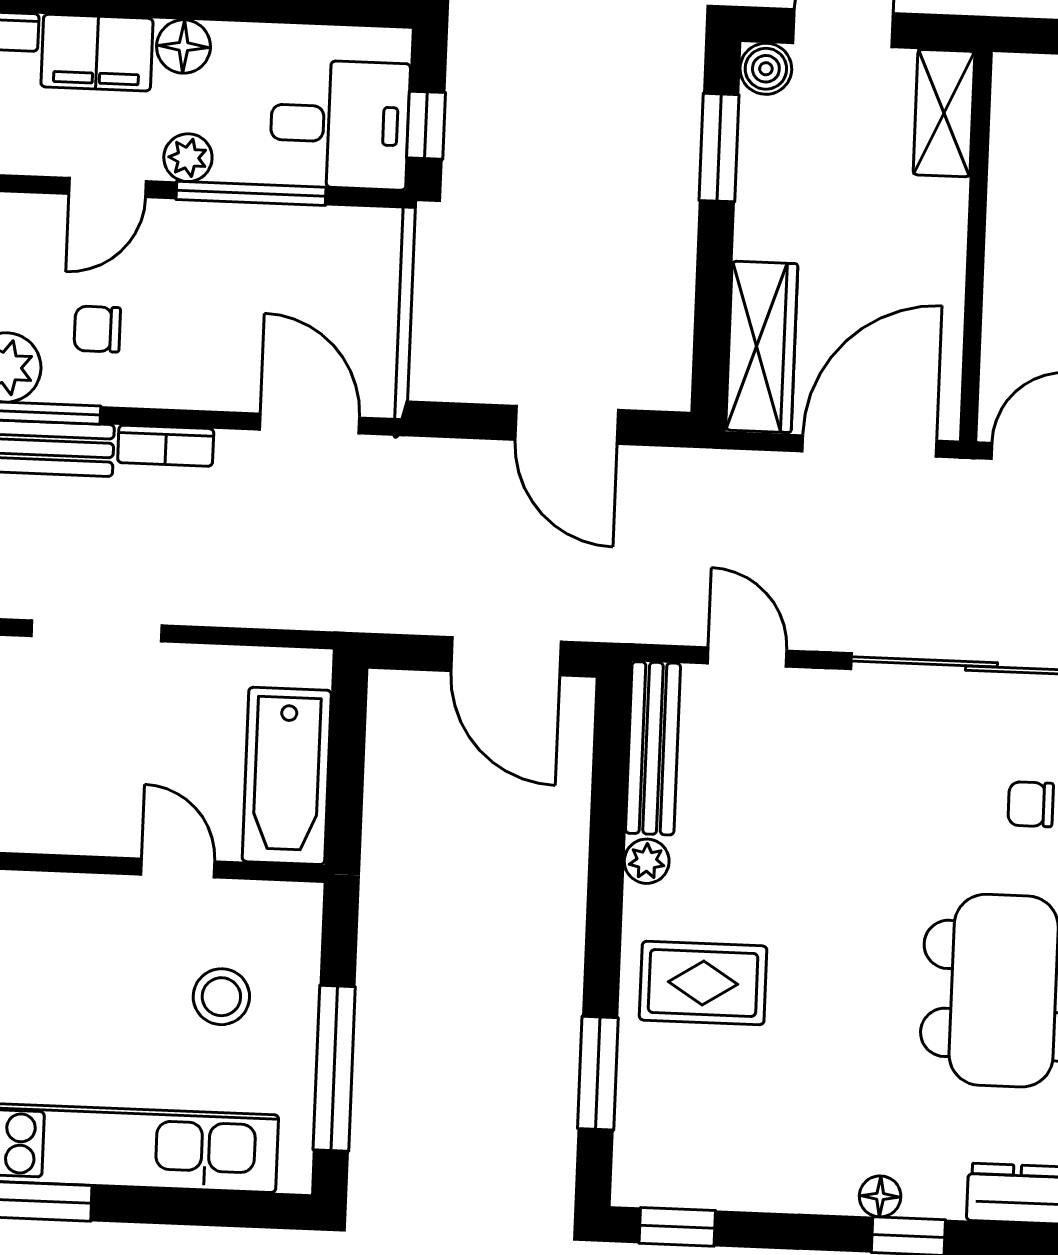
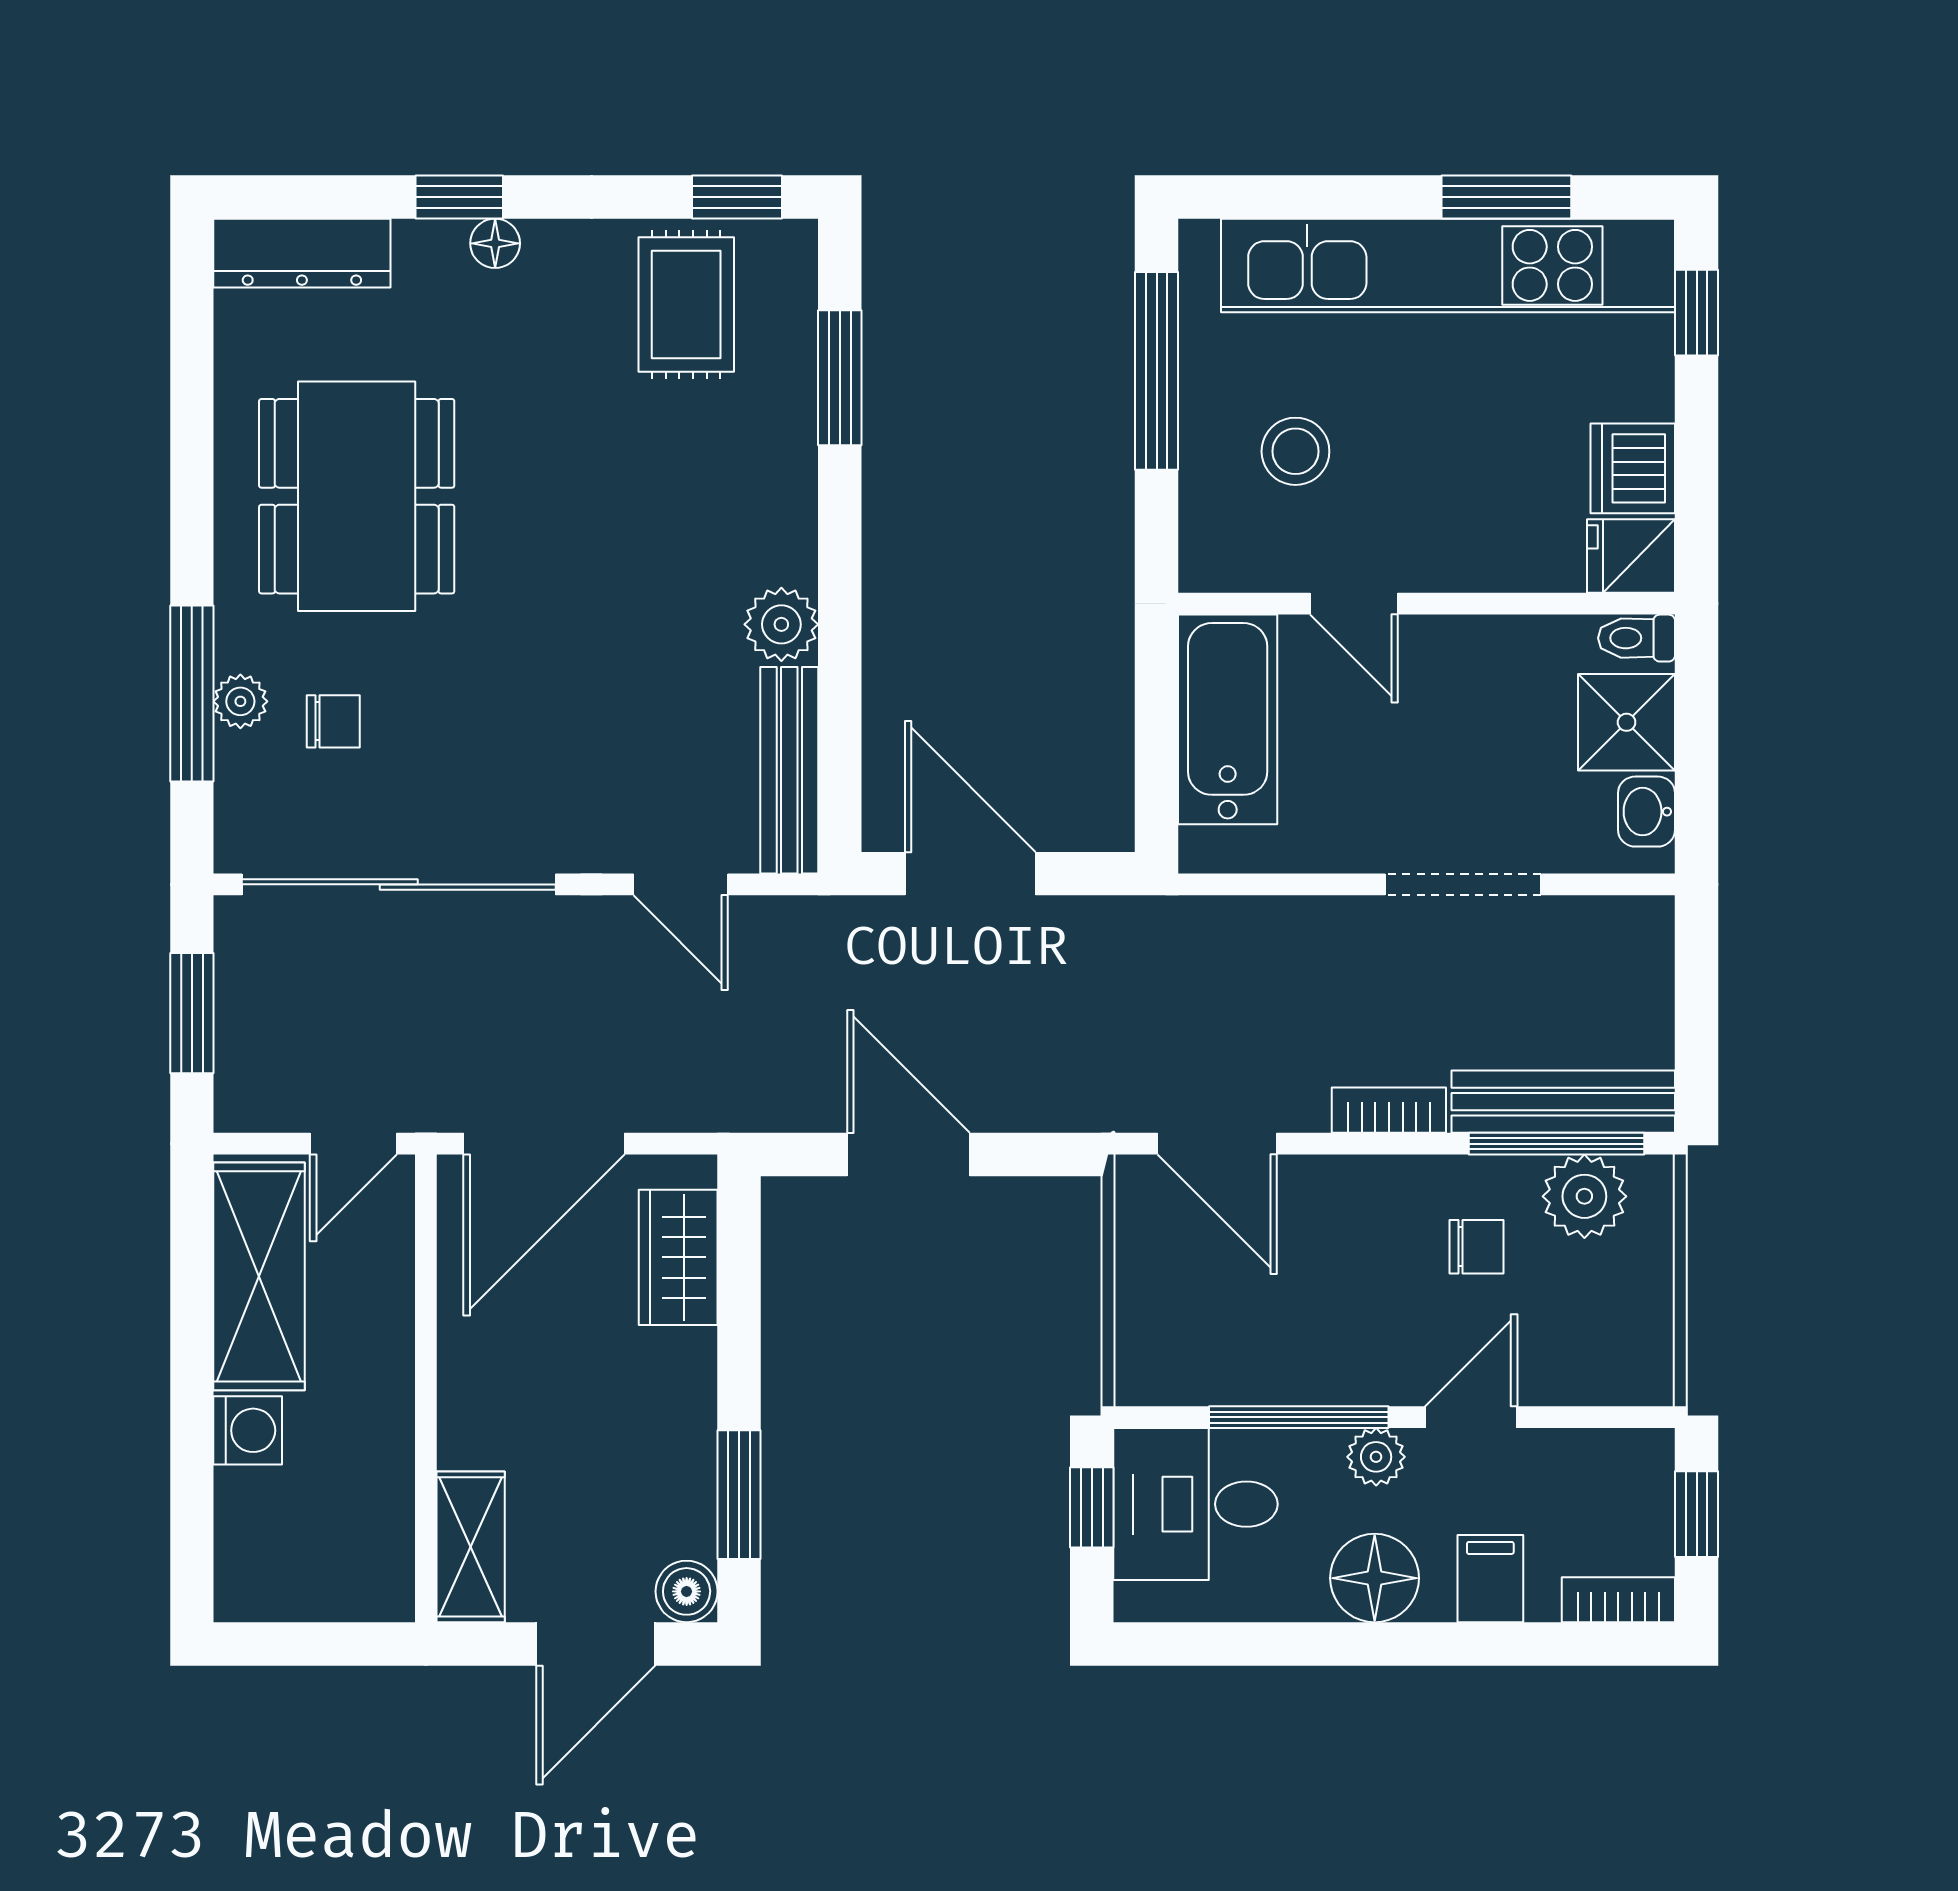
floor lamp: (184, 47) -> (1375, 1578), width x1.38, depth x1.38
filing cabinet: (97, 53) -> (1490, 1579), width x0.50
wardrobe: (762, 347) -> (678, 1257), width x0.67
plant: (647, 861) -> (781, 624), width x1.38, depth x1.38
rug: (703, 983) -> (686, 304), moved, turned 90

